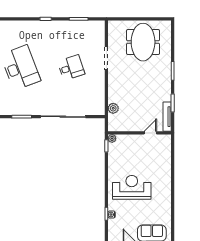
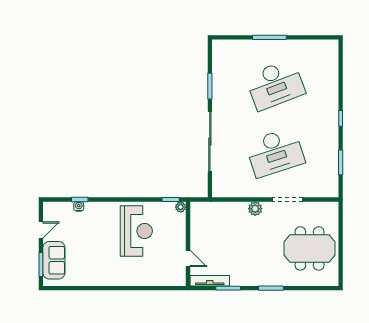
desk: (71, 68) -> (275, 152), width x1.87, depth x1.30
plant: (113, 108) -> (255, 209), moved
reception desk: (132, 187) -> (136, 231), moved

